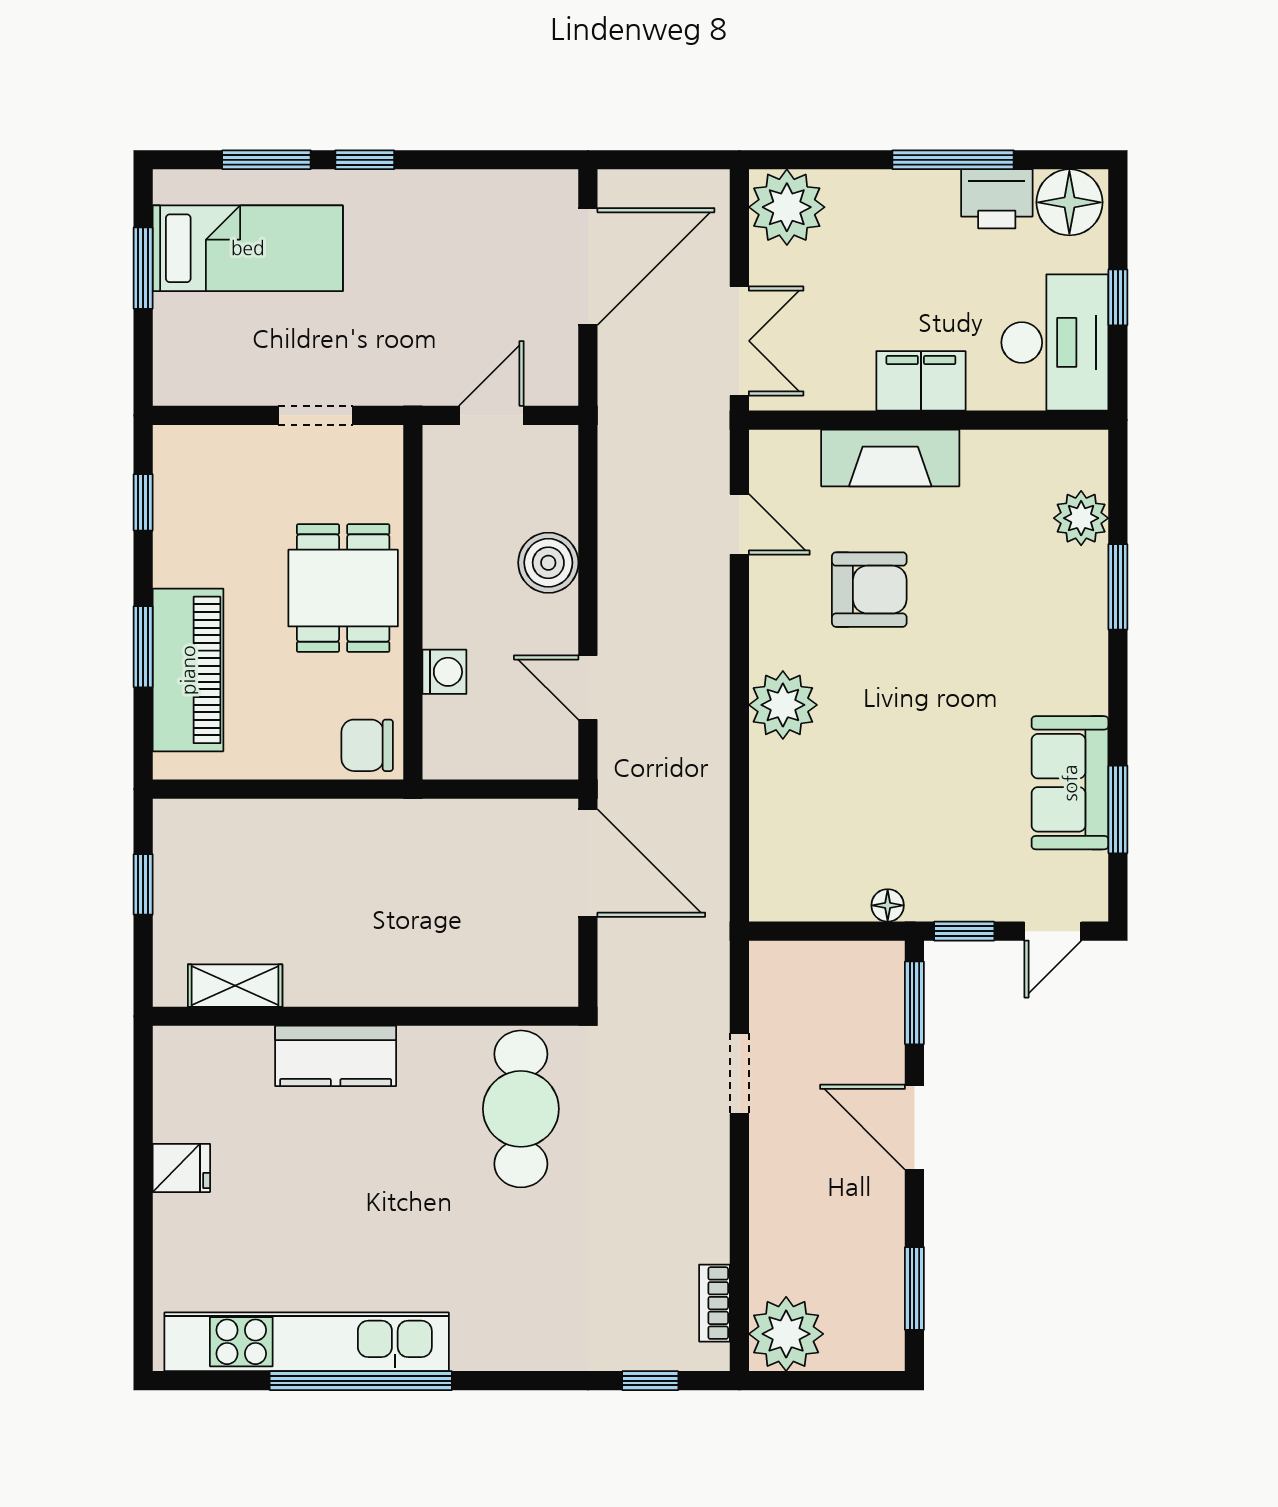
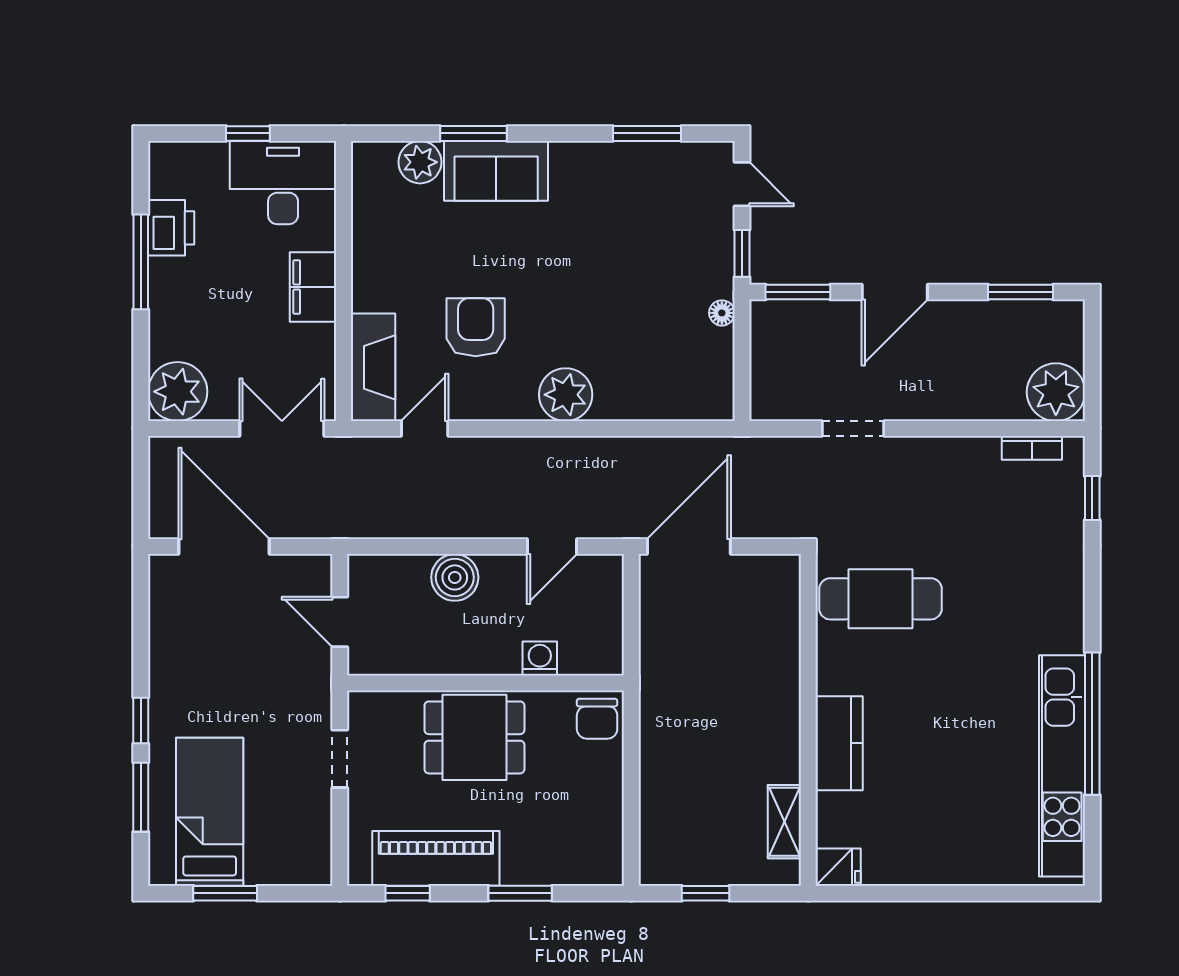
floor lamp: (1069, 202) -> (174, 171), removed
fireplace: (890, 458) -> (373, 367), moved
piano: (188, 670) -> (436, 858), moved
sofa: (1070, 783) -> (496, 171), moved
fridge: (181, 1168) -> (838, 867), moved, turned 90

